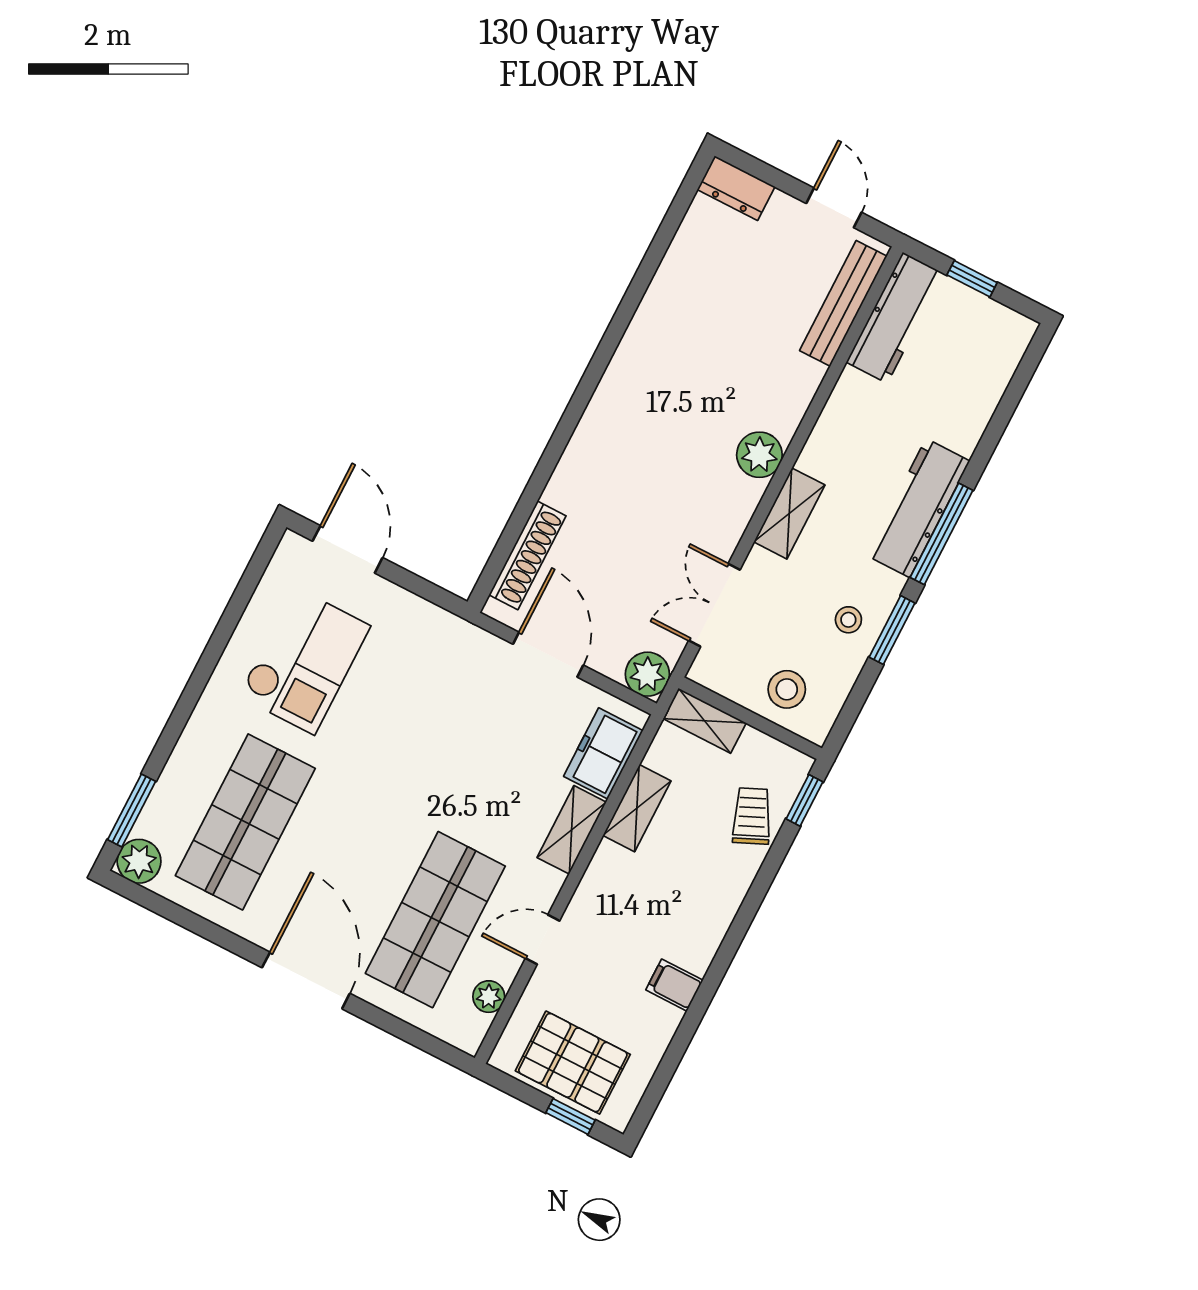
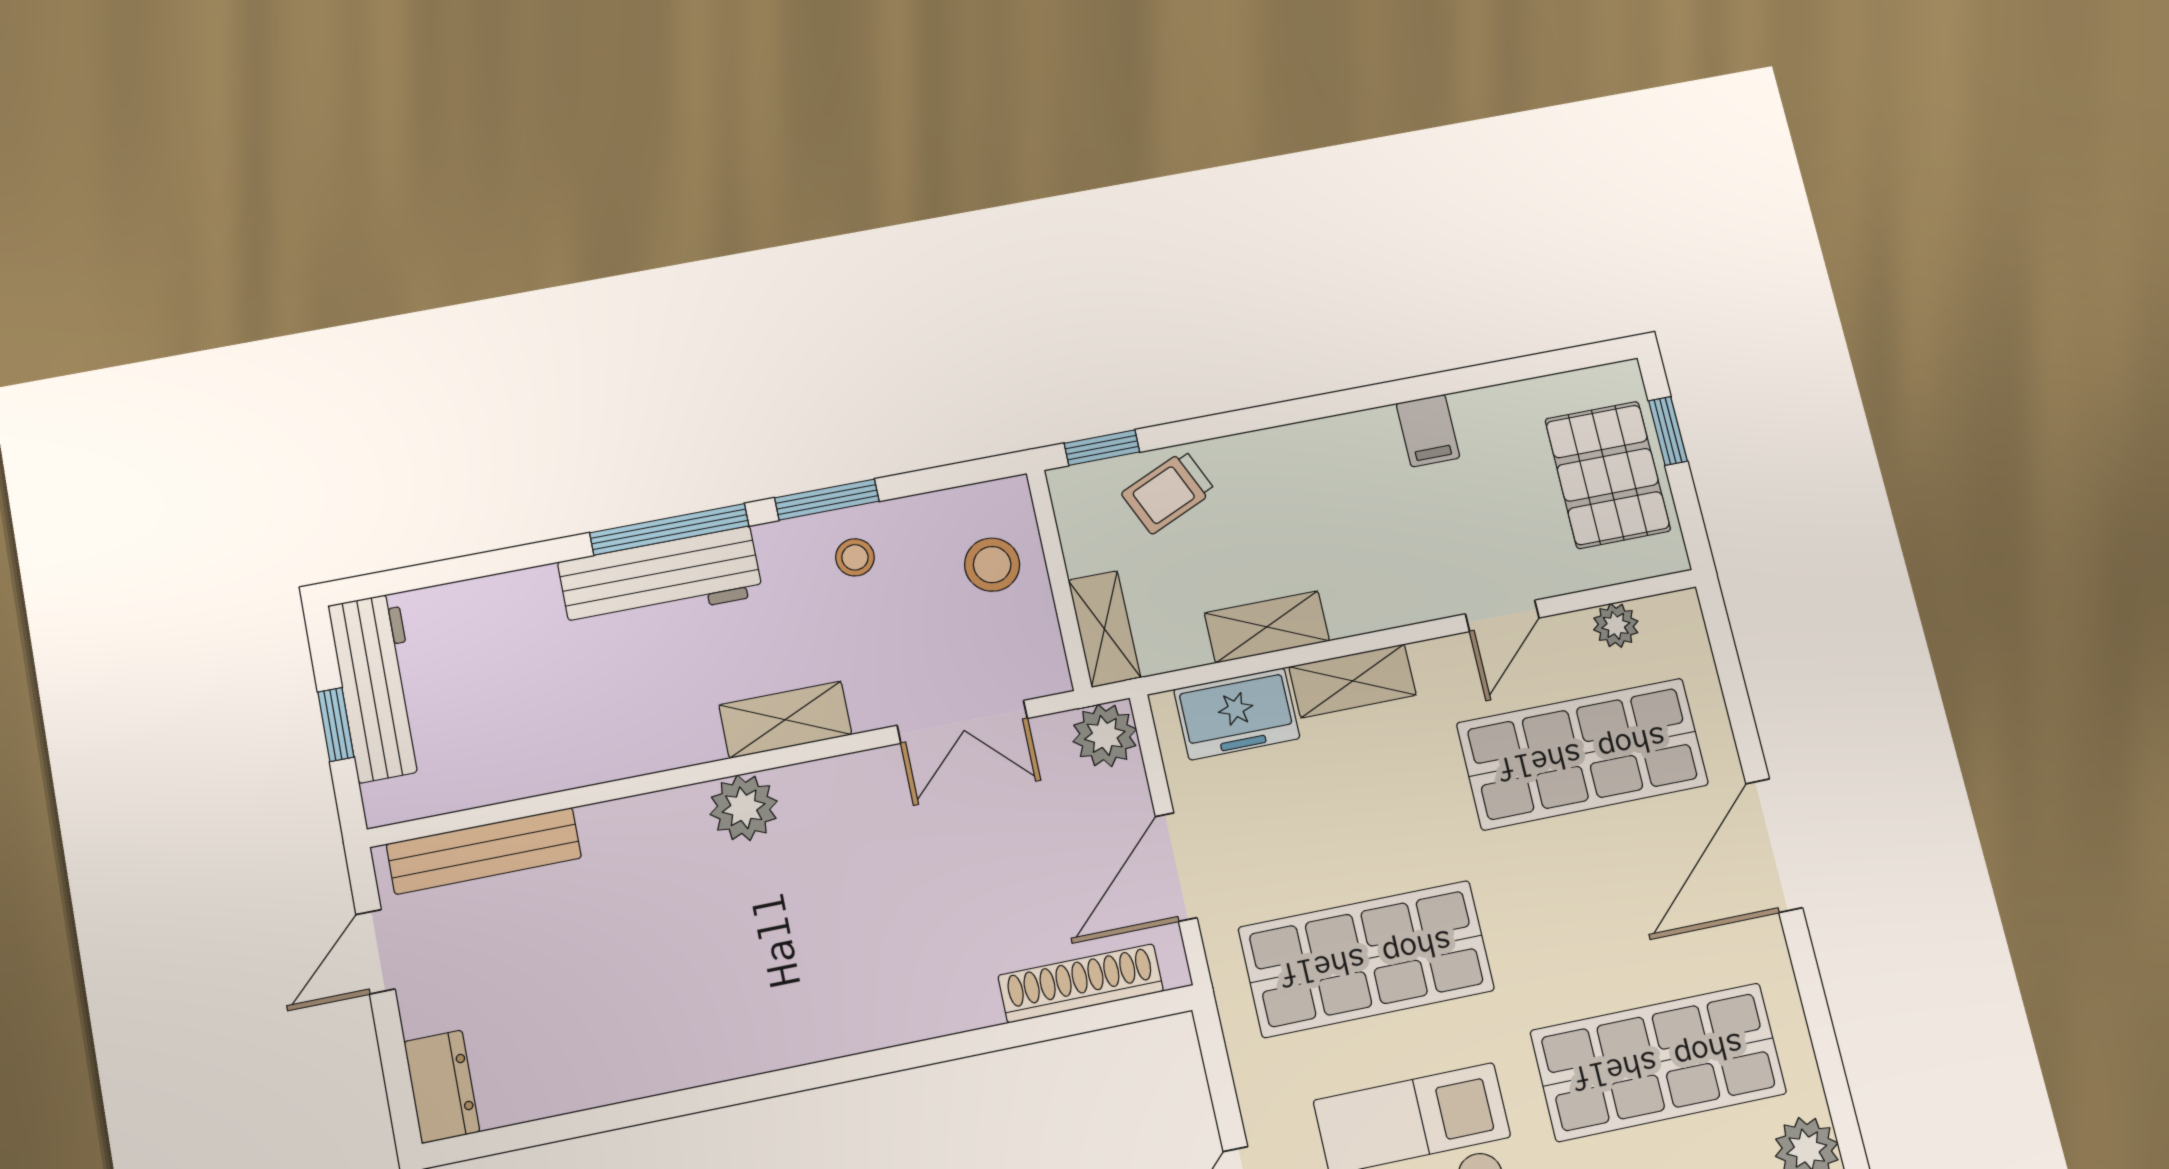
workbench: (895, 318) -> (378, 688), moved, turned 90
shop shelf: (421, 714) -> (1366, 959), added
door: (543, 940) -> (1502, 616), hinge flipped

